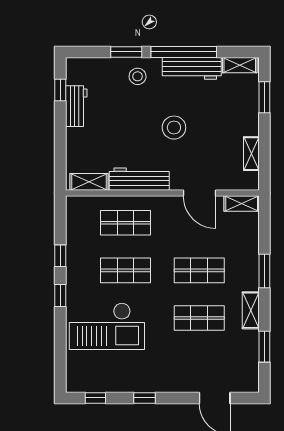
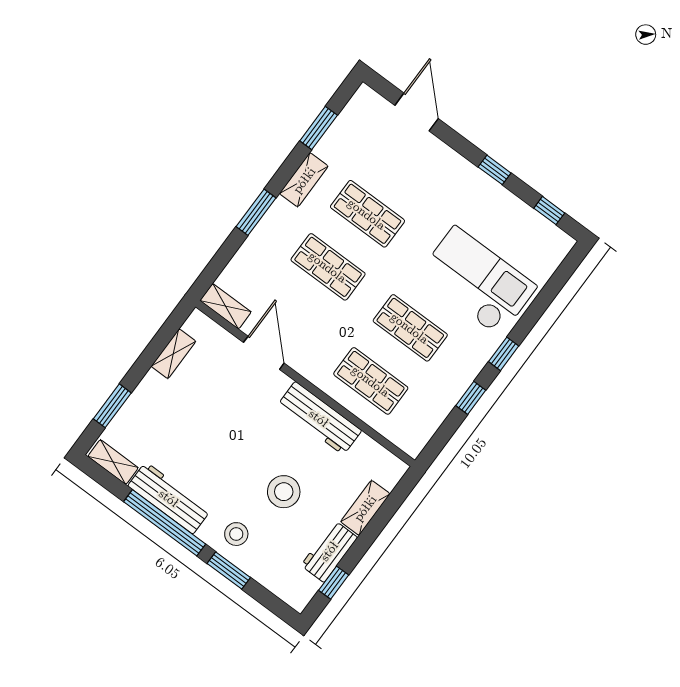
stool: (174, 128) -> (284, 492), moved
shelving: (89, 182) -> (365, 508), moved, turned 90

